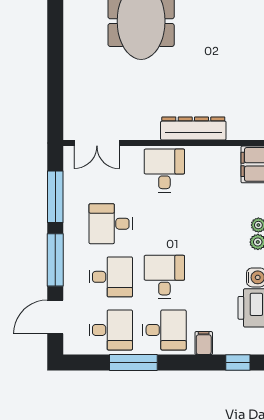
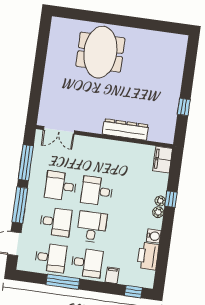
desk: (164, 171) -> (97, 191), moved, turned -90

